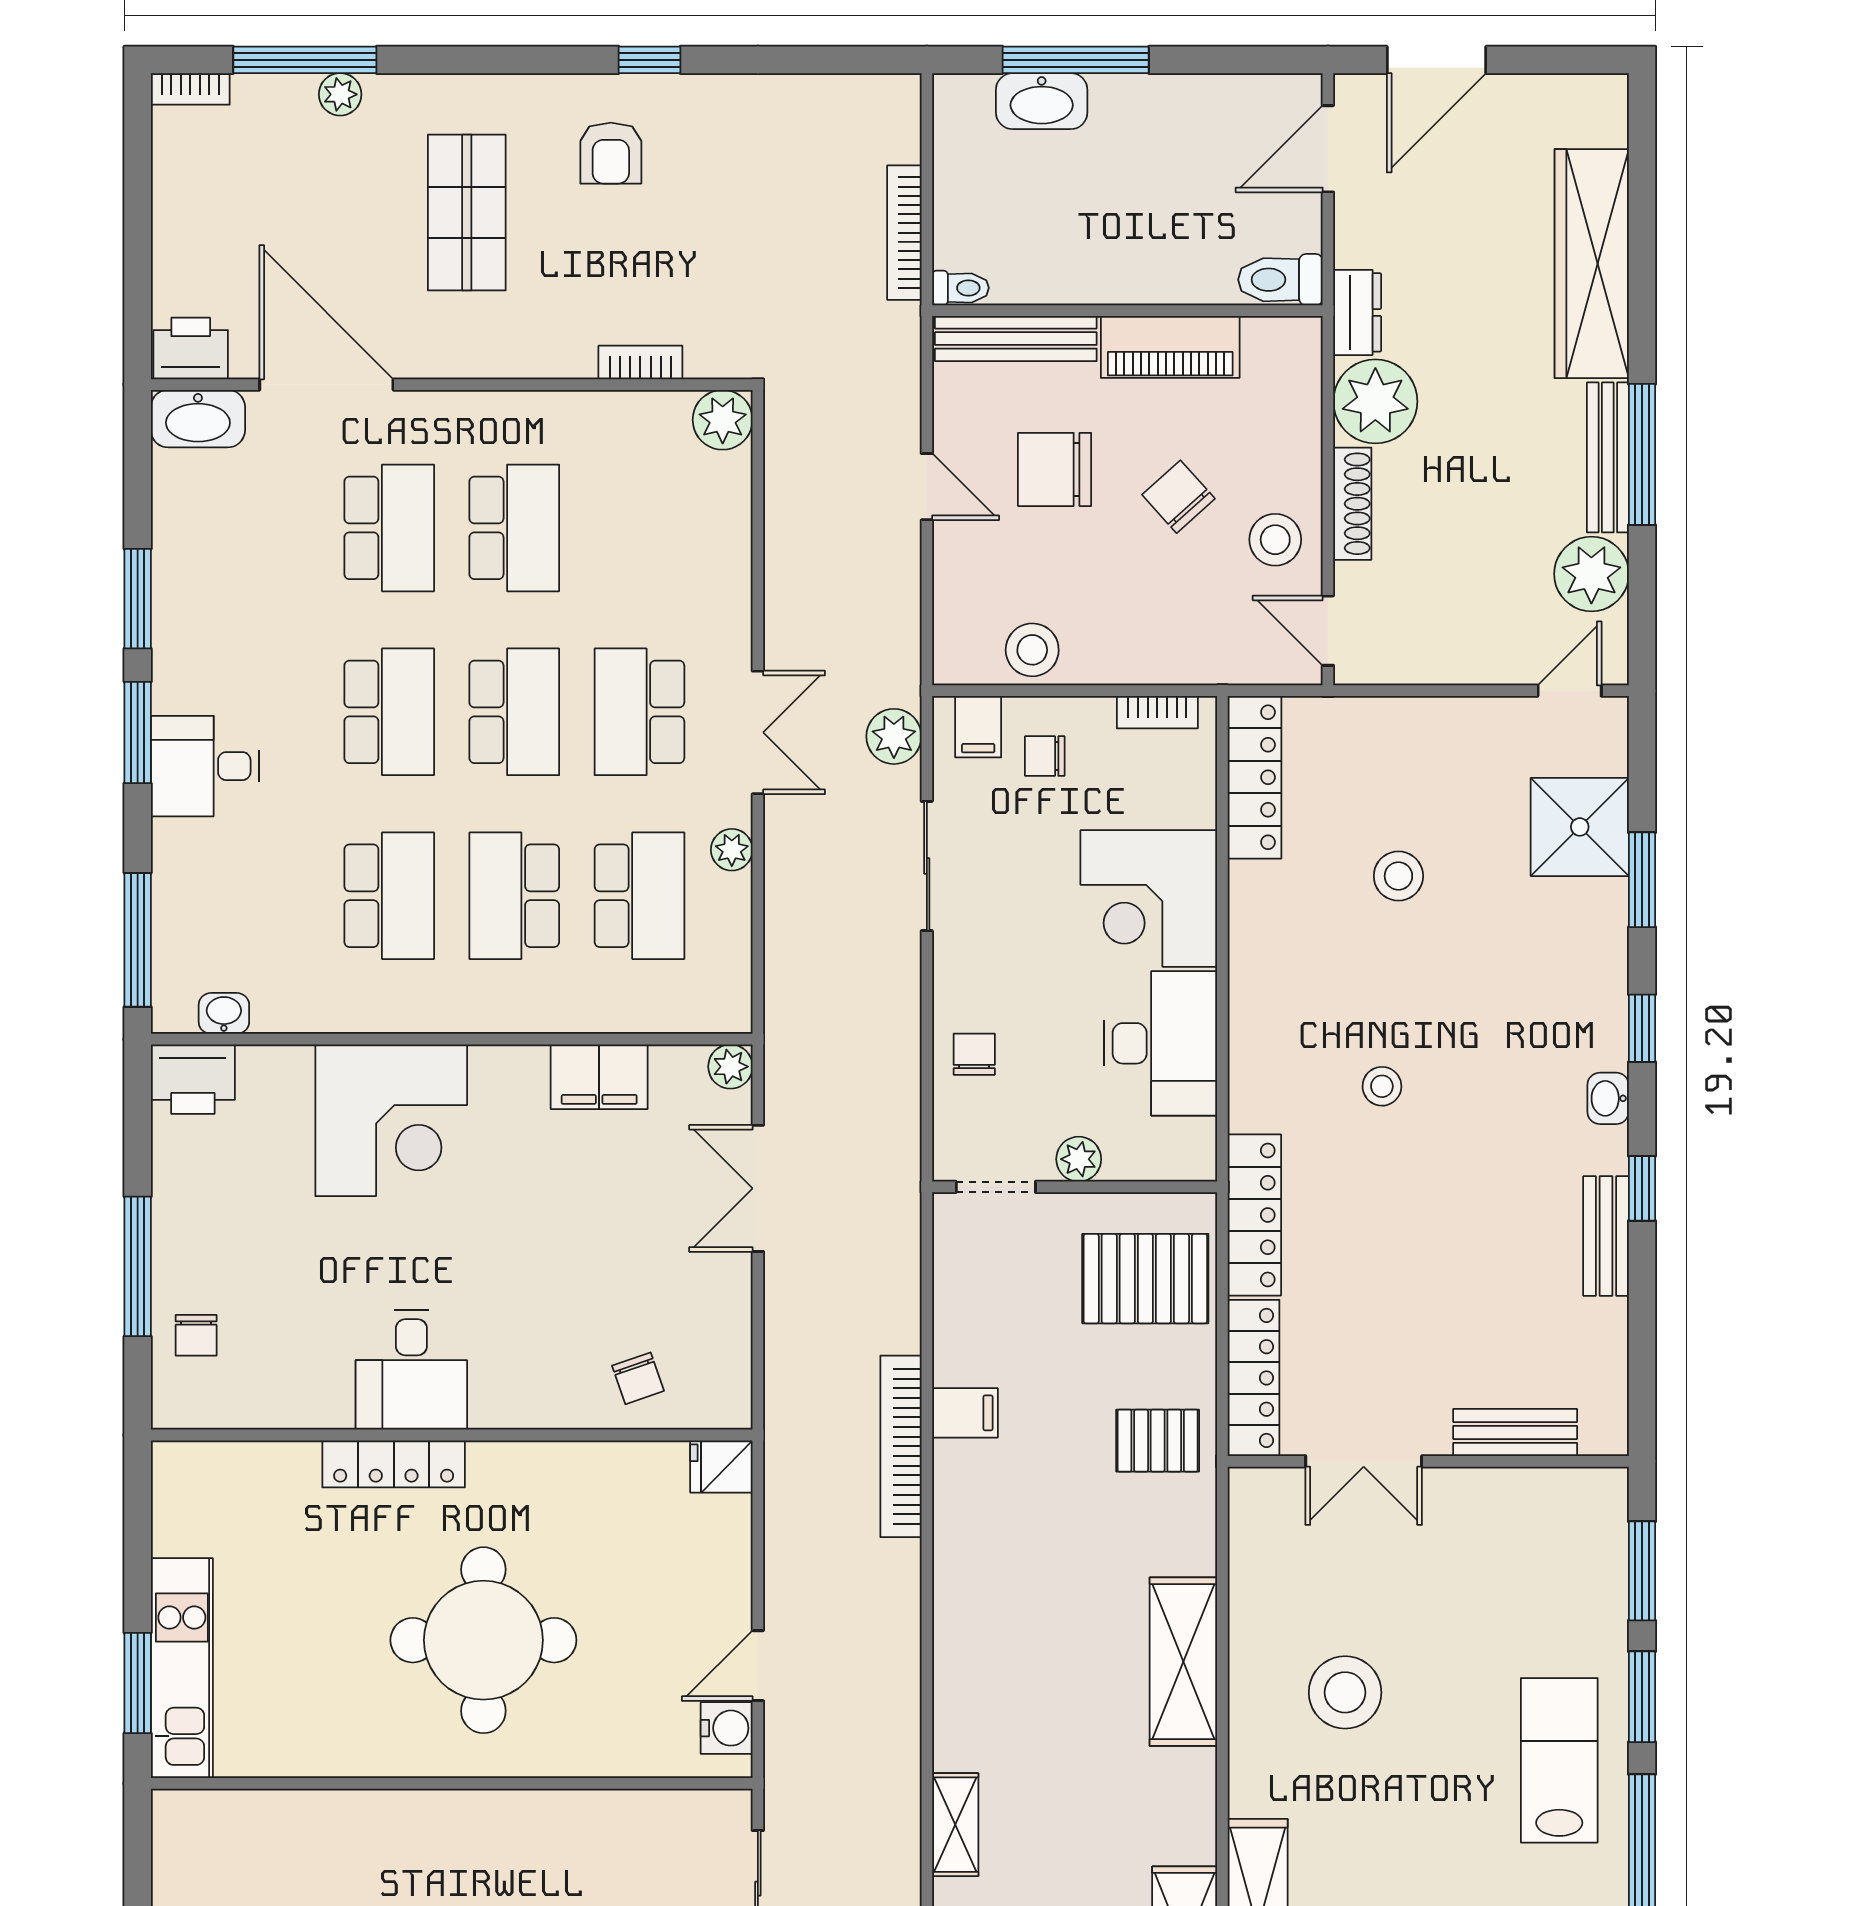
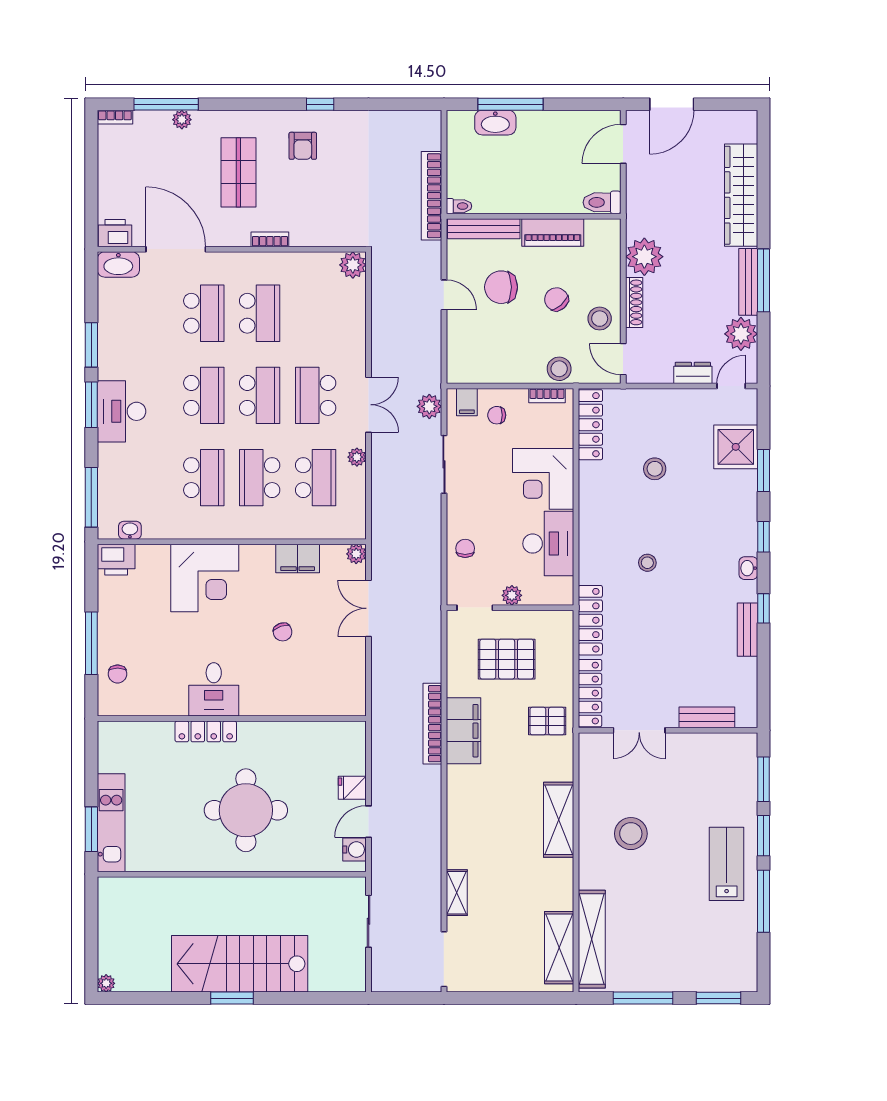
bookcase: (904, 233) -> (432, 196), width x1.48, depth x1.31
dresser: (1357, 312) -> (693, 373), moved, turned -90
bookcase: (640, 362) -> (270, 239), moved
stool: (1032, 650) -> (559, 369), moved
desk: (205, 766) -> (121, 411), width x1.37
pallet: (1145, 1279) -> (507, 659), moved
chair: (638, 1378) -> (283, 632), moved
filing cabinet: (965, 1413) -> (463, 731), width x3.00, depth x1.17
fridge: (721, 1466) -> (352, 788), moved

